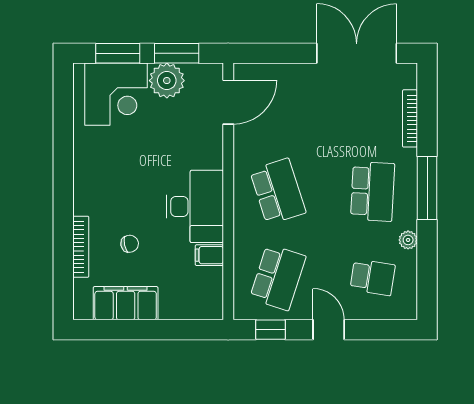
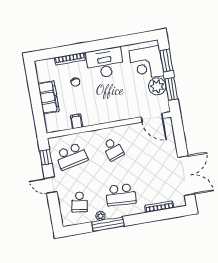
window: (427, 188) -> (108, 224), moved
school desk: (278, 191) -> (113, 149), width x0.54
desk: (195, 206) -> (105, 63), moved, turned 180
school desk: (278, 277) -> (72, 156), turned -30
filing cabinet: (126, 303) -> (49, 97), moved
door: (329, 330) -> (51, 185), swing flipped

